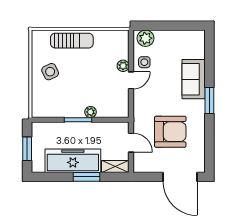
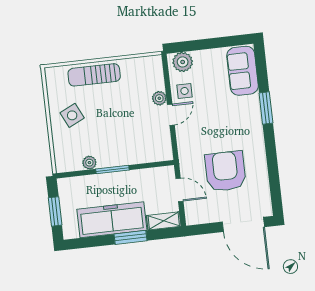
sun lounger: (72, 41) -> (94, 75), turned 180
sofa: (194, 79) -> (243, 71), moved
window: (209, 100) -> (266, 108), moved
plant: (91, 112) -> (89, 163), moved
armchair: (170, 132) -> (225, 171), turned -90

